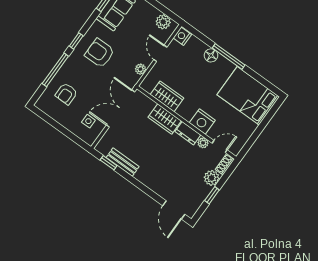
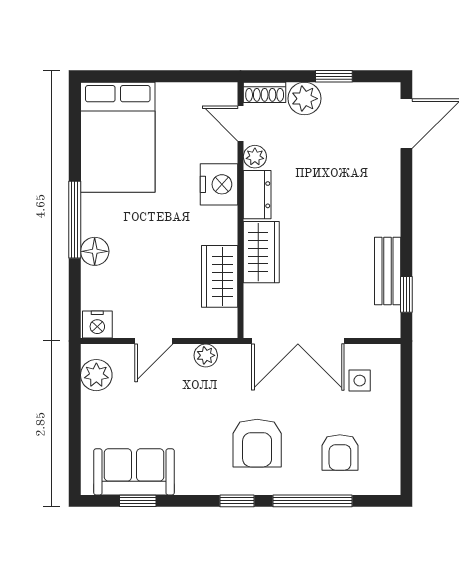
armchair: (100, 53) -> (257, 443), moved
armchair: (66, 94) -> (340, 452), turned 90

